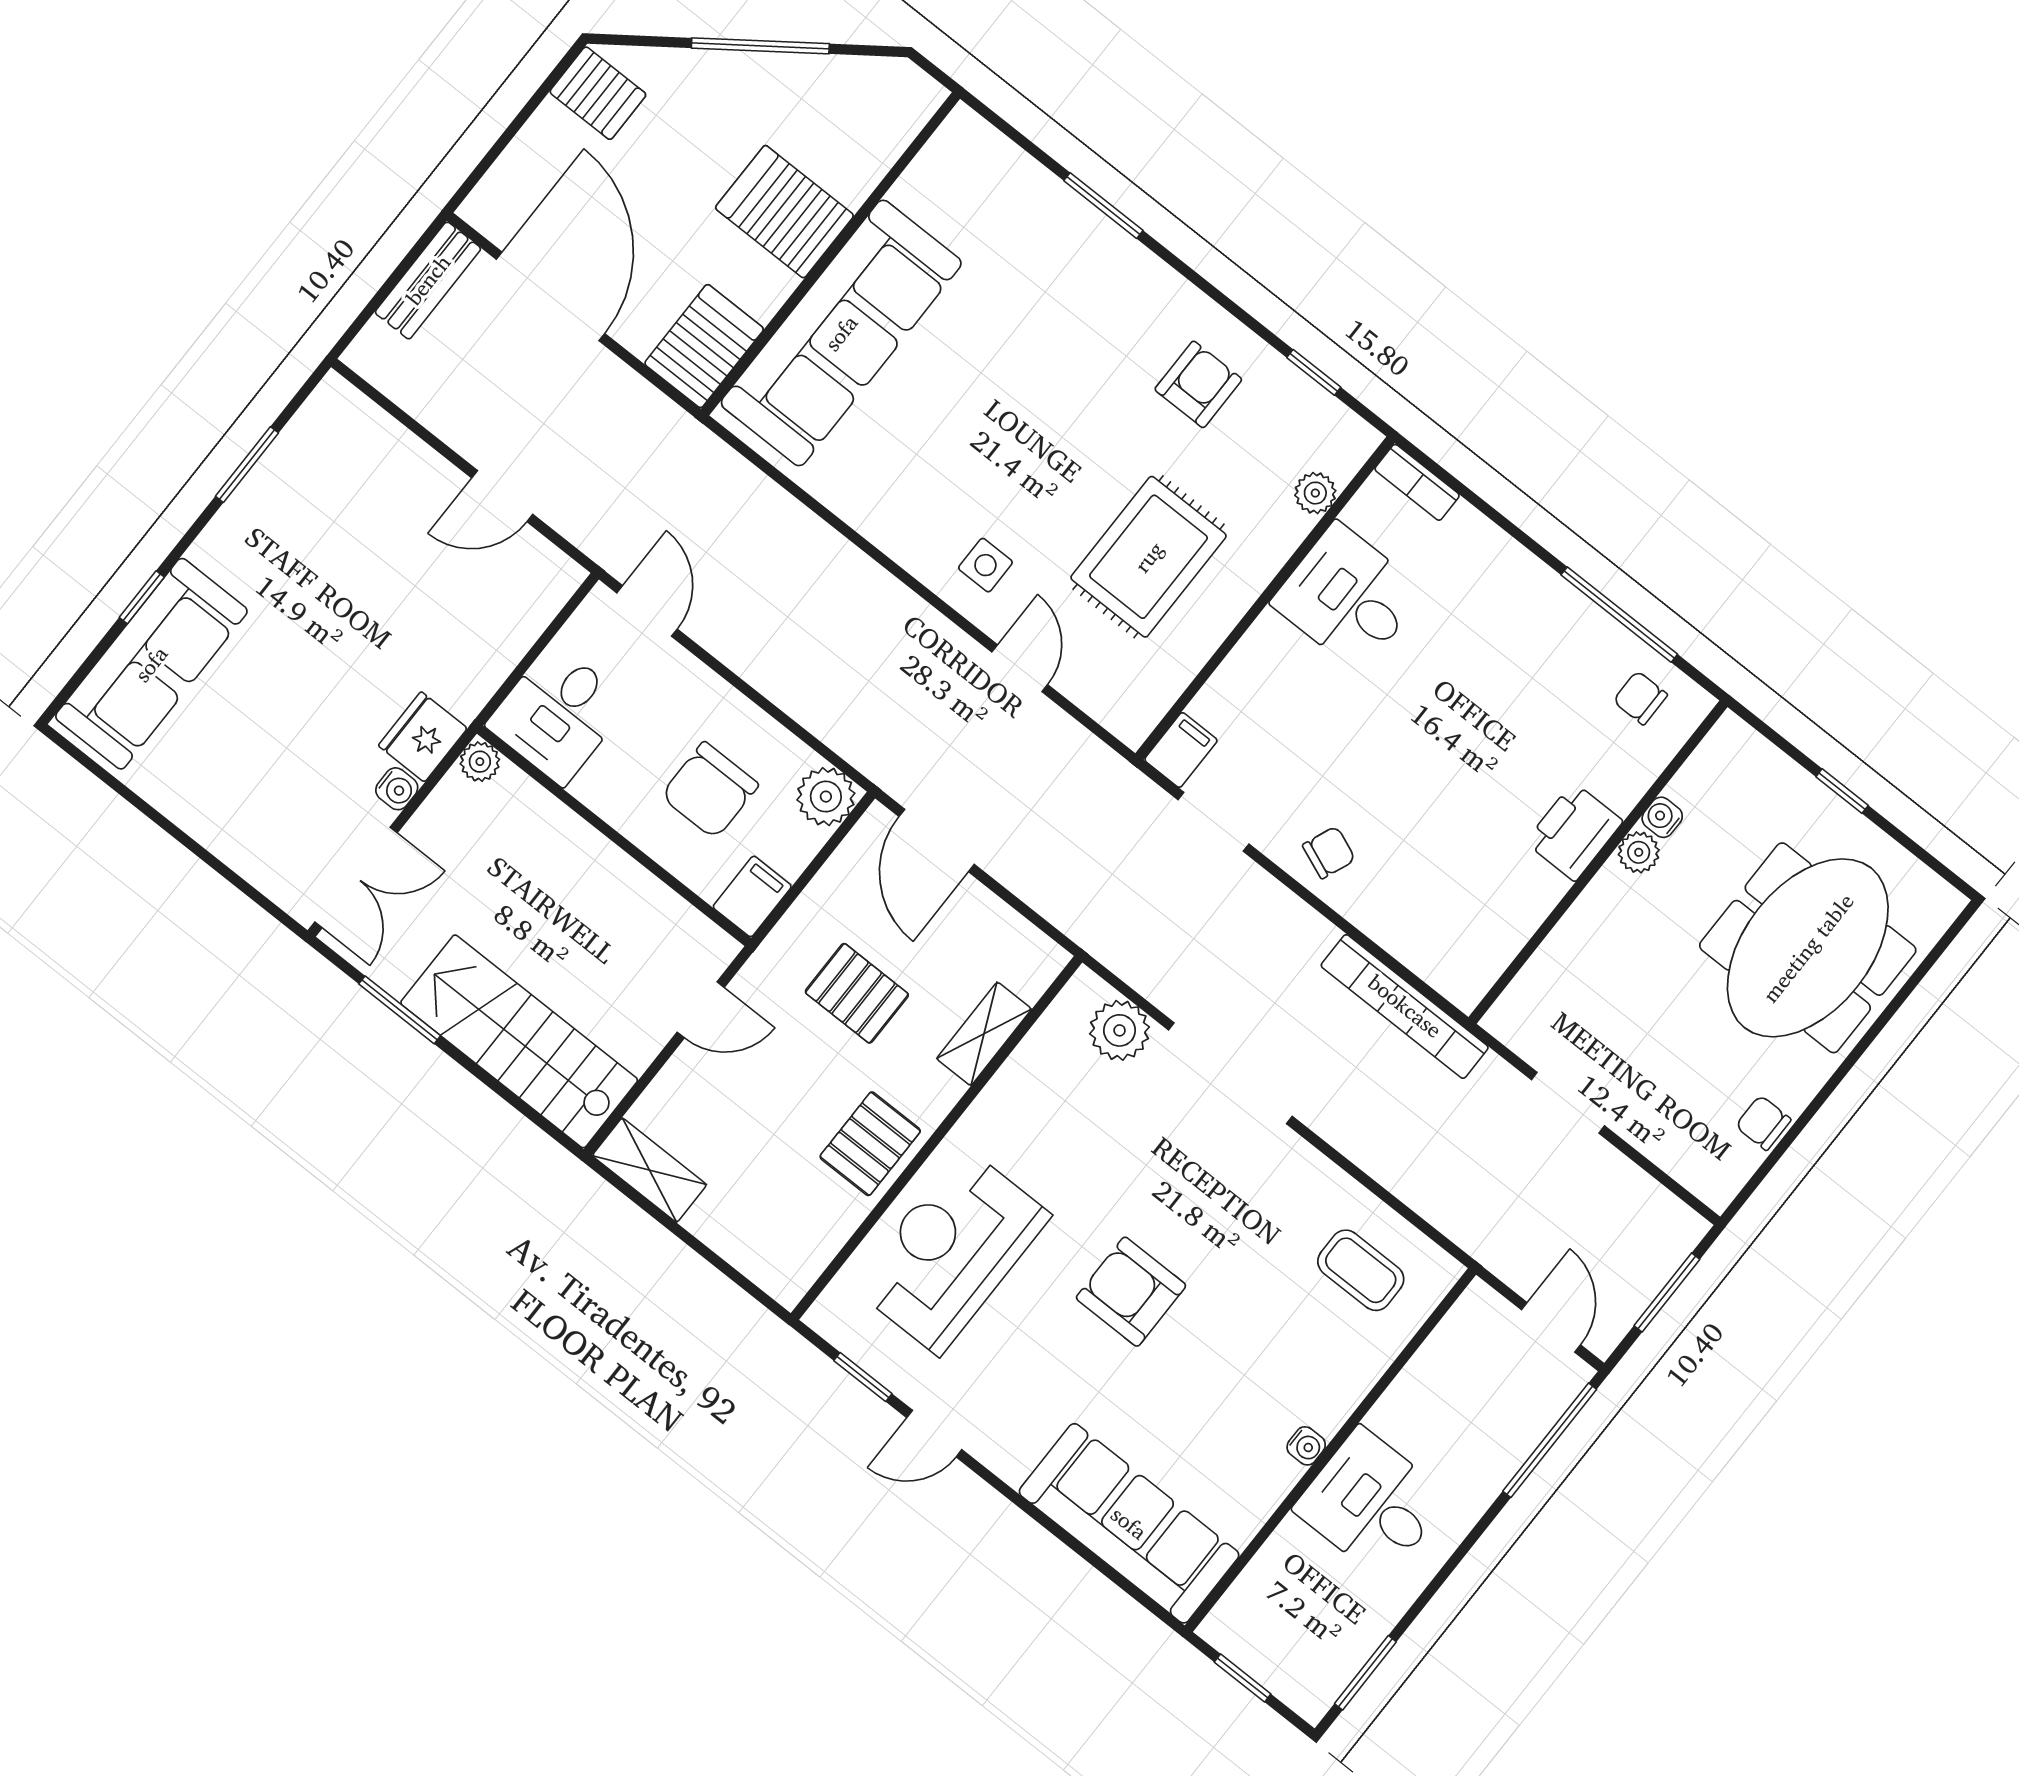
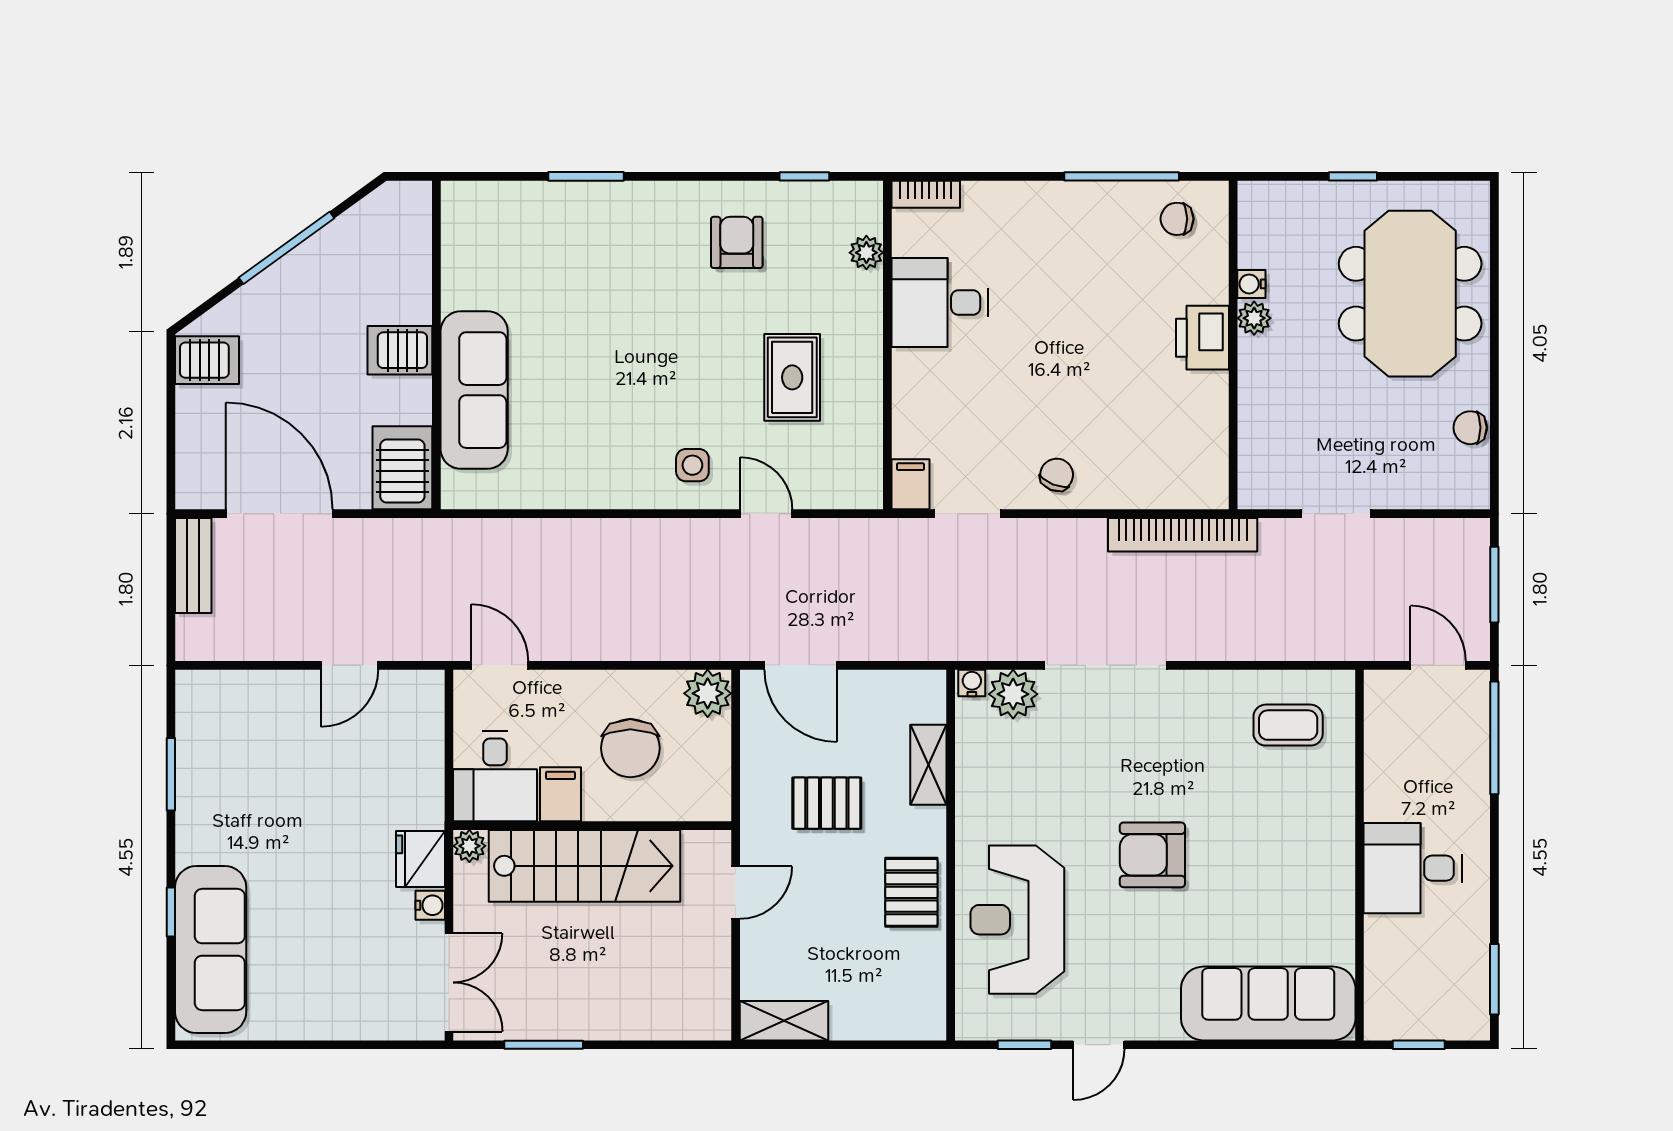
server rack: (784, 212) -> (400, 350), width x0.73, depth x0.70
sofa: (841, 333) -> (474, 390), width x0.74, depth x0.79
rug: (1149, 557) -> (792, 377), width x0.73, depth x0.70
filing cabinet: (752, 896) -> (560, 794), moved
stairs: (519, 1041) -> (585, 866), moved, turned 180
water cooler: (1306, 1446) -> (972, 683), moved, turned -90

